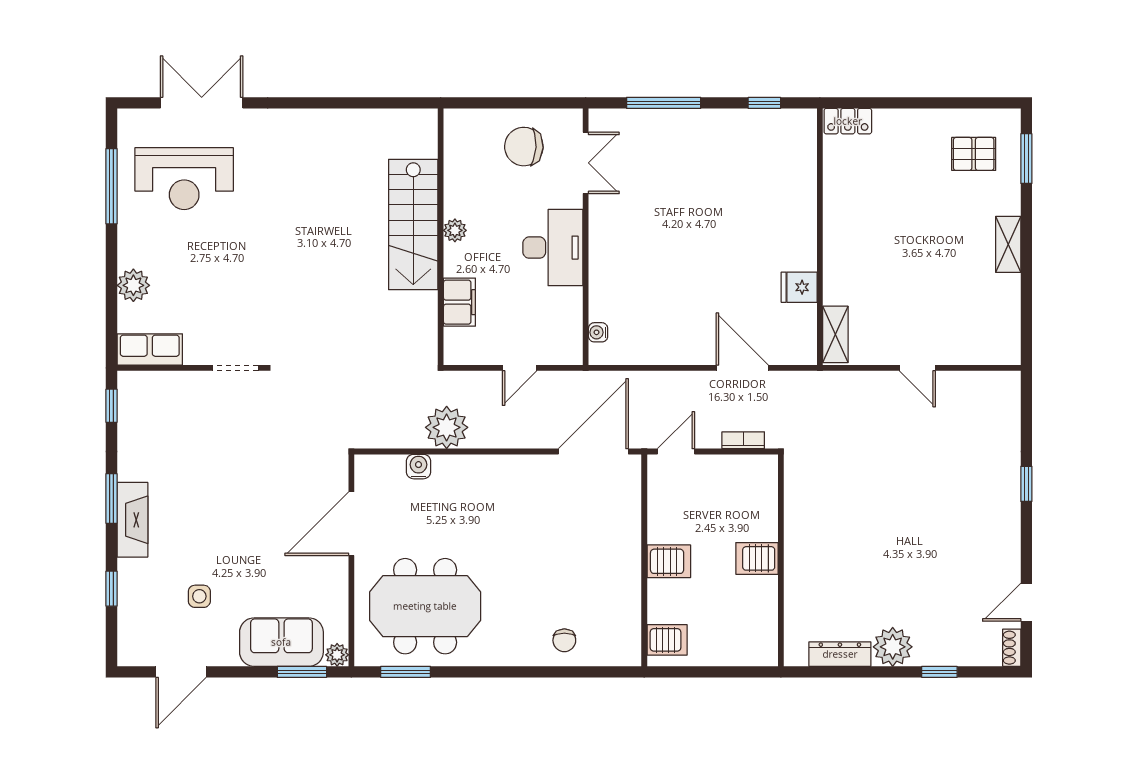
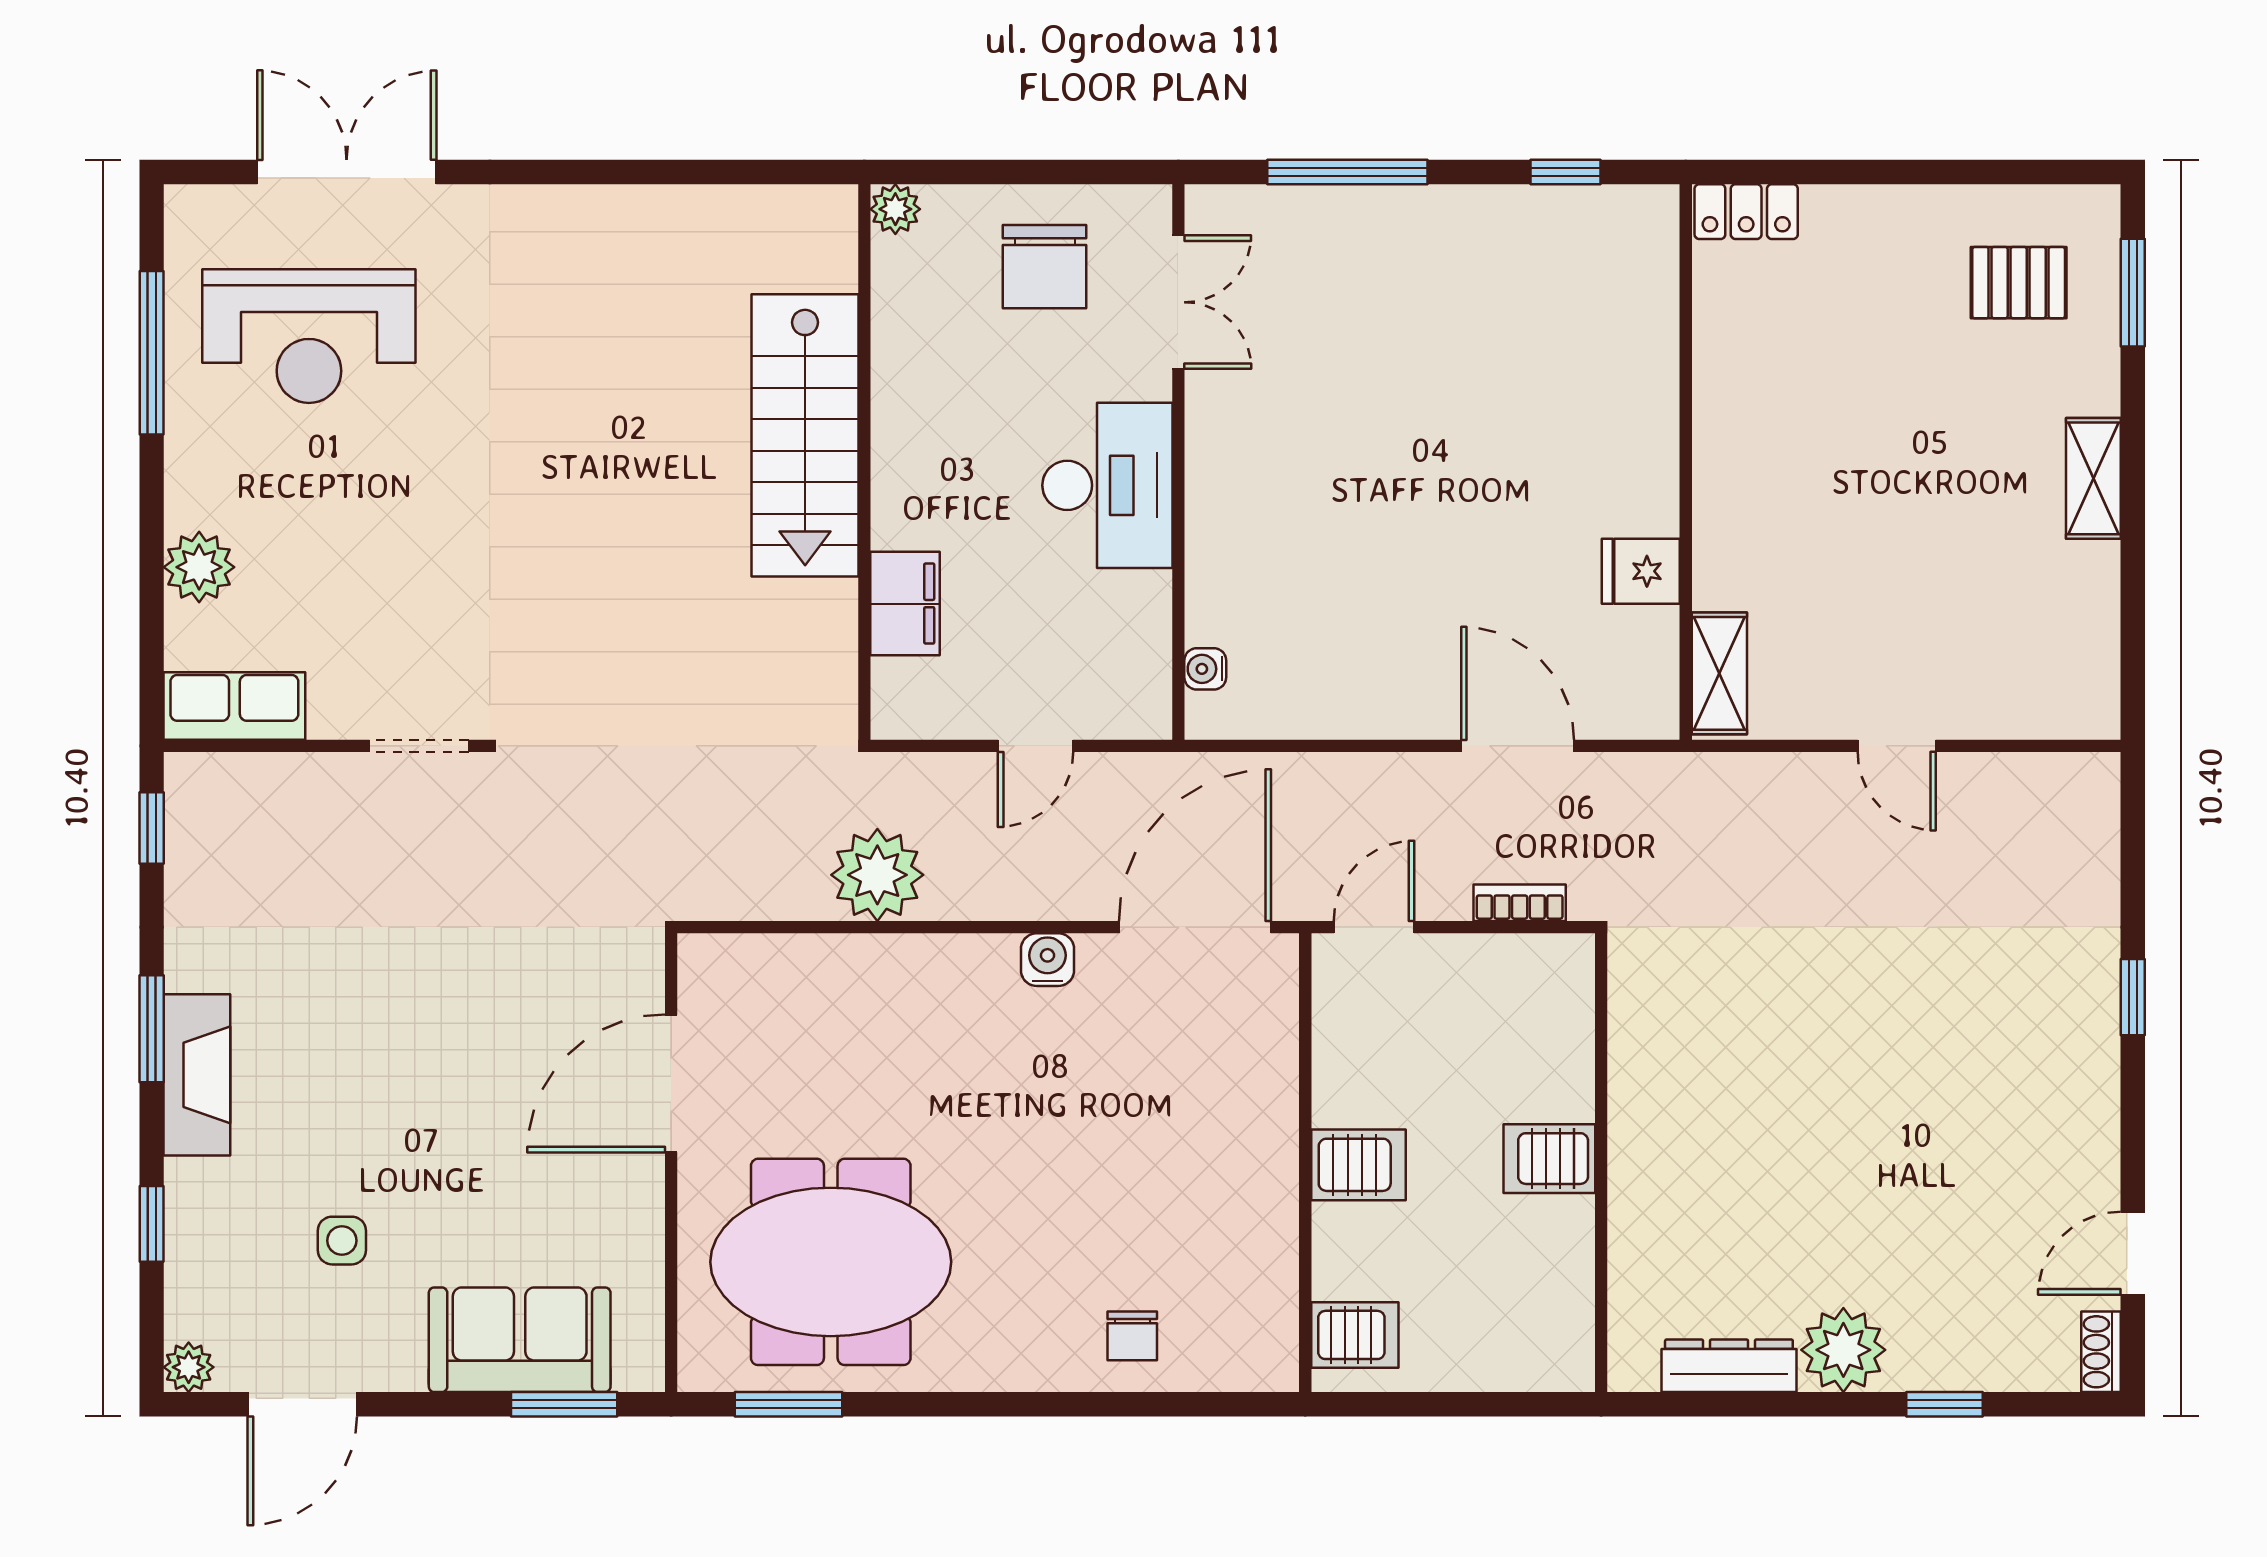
chair: (524, 147) -> (1045, 267), turned -93
plant: (455, 230) -> (895, 209), moved
water cooler: (419, 467) -> (1048, 960), moved
plant: (337, 655) -> (189, 1367), moved

